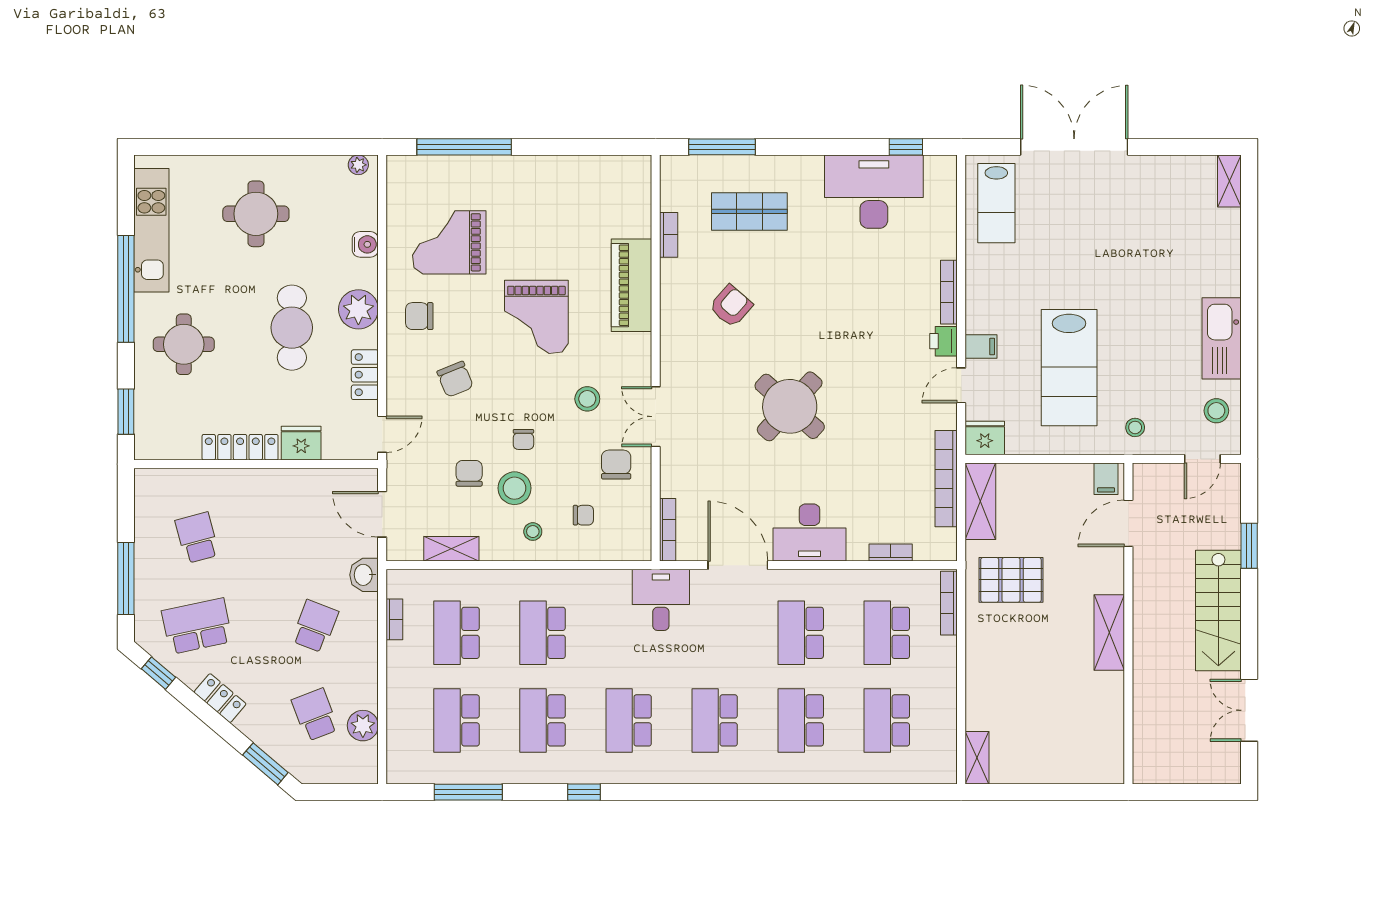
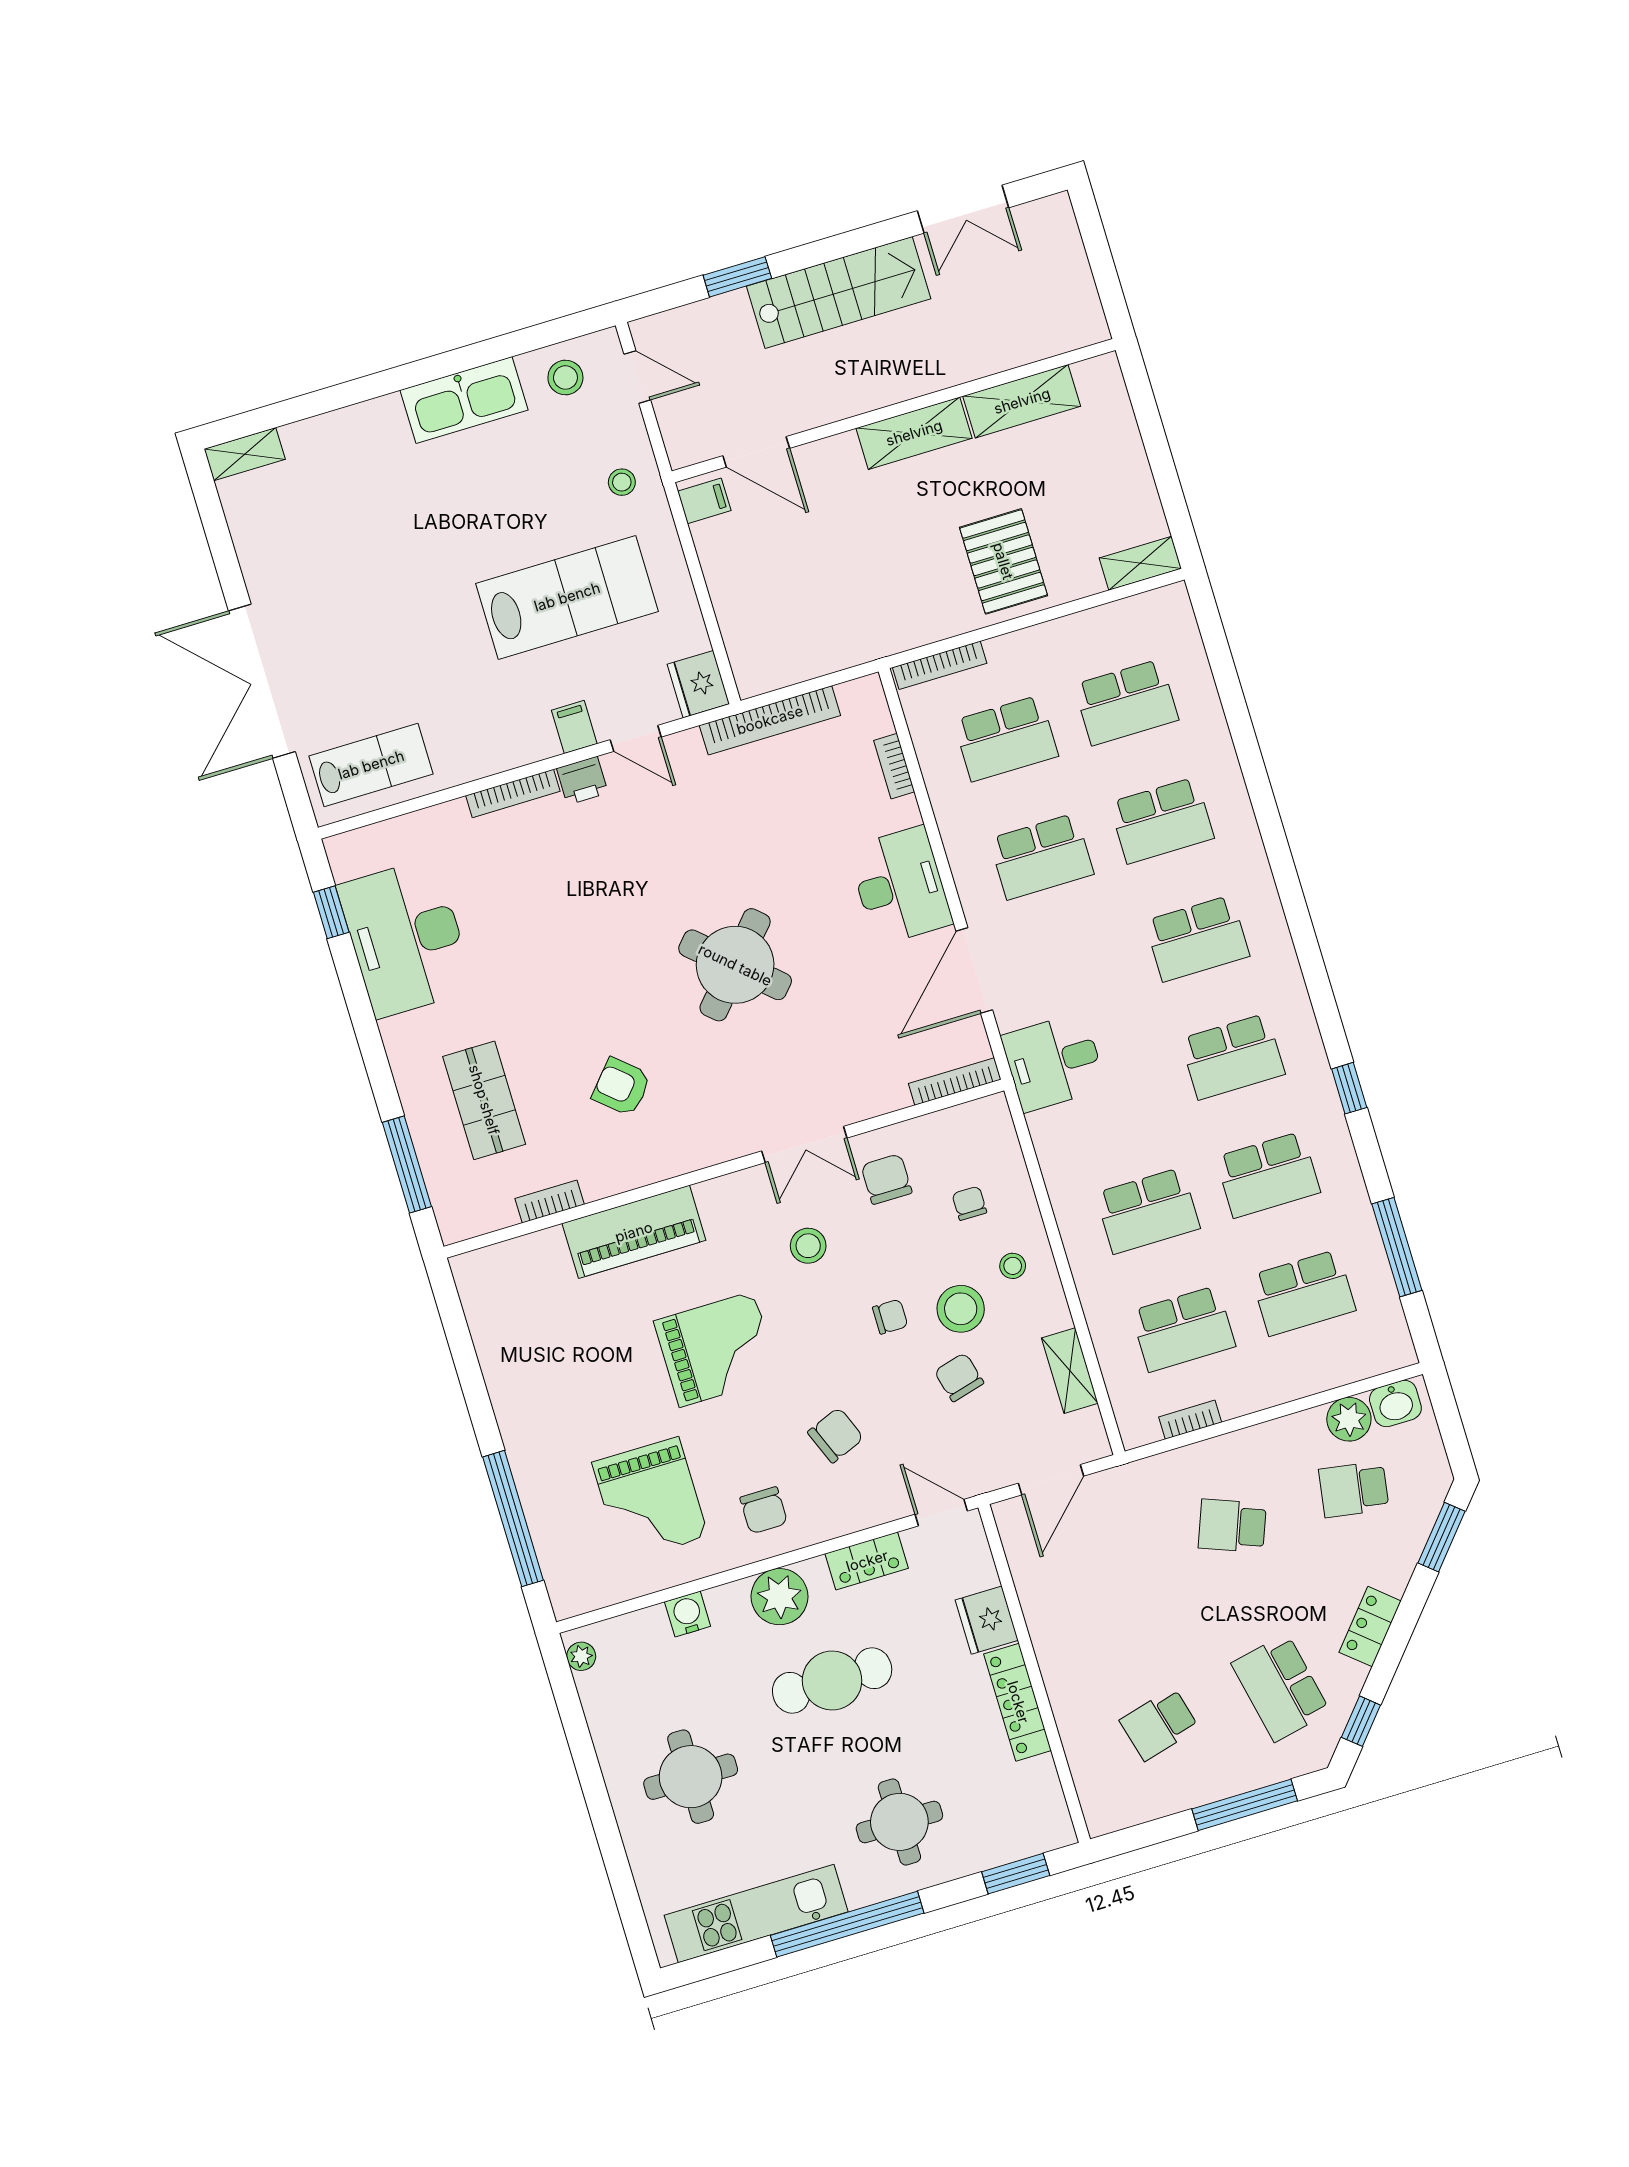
chair: (616, 465) -> (886, 1179), turned 90
chair: (469, 473) -> (959, 1377), turned 75
shelving: (980, 501) -> (1022, 401), moved
washbasin: (364, 575) -> (1395, 1403), moved
pallet: (1011, 580) -> (1003, 561), moved
school desk: (315, 715) -> (1354, 1489), turned 30

